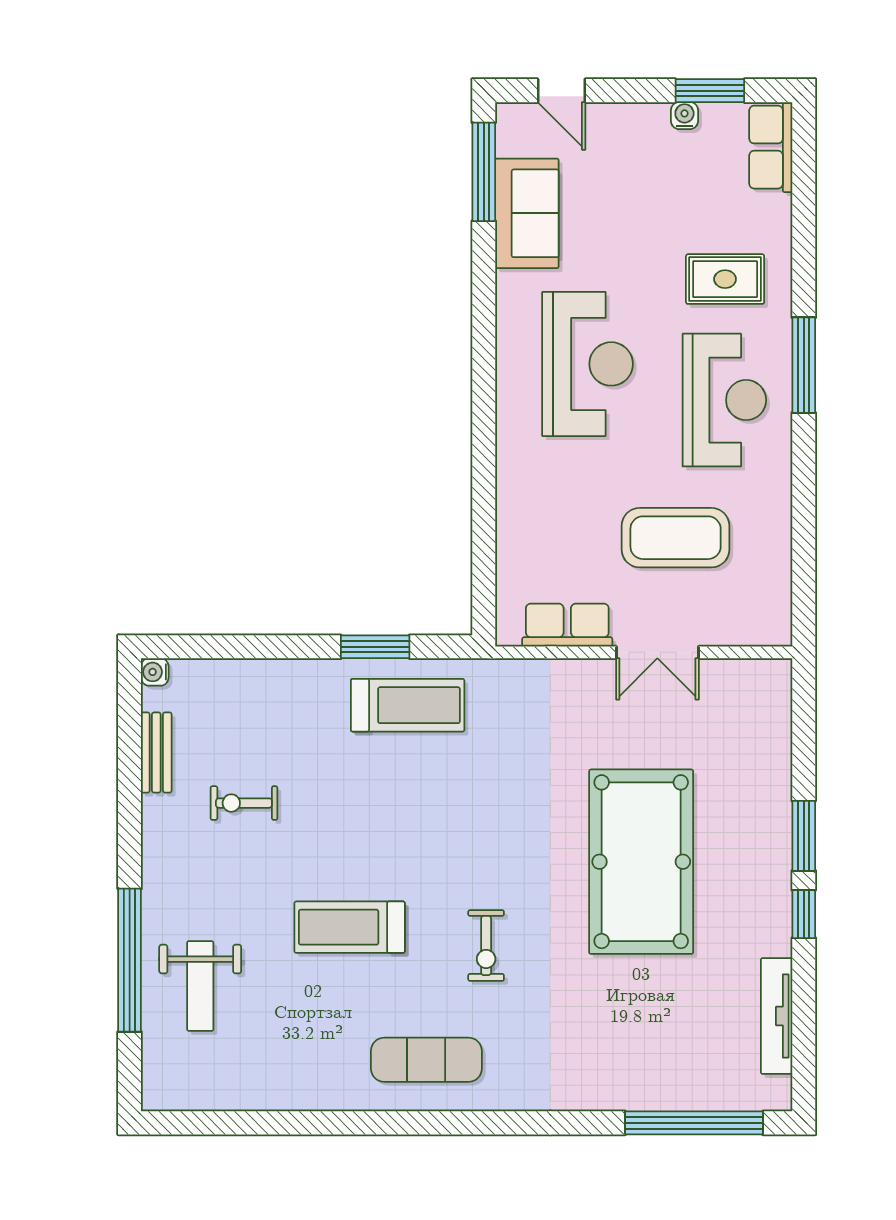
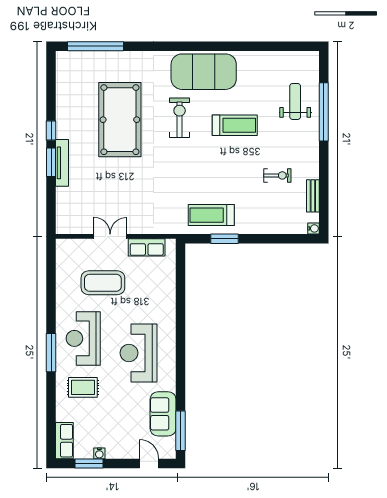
pool table: (641, 862) -> (120, 120), moved
exercise bike: (486, 946) -> (180, 118), width x1.38, depth x1.39
tv unit: (777, 1016) -> (62, 163), moved
exercise mat: (426, 1060) -> (204, 72), width x2.00, depth x1.45

